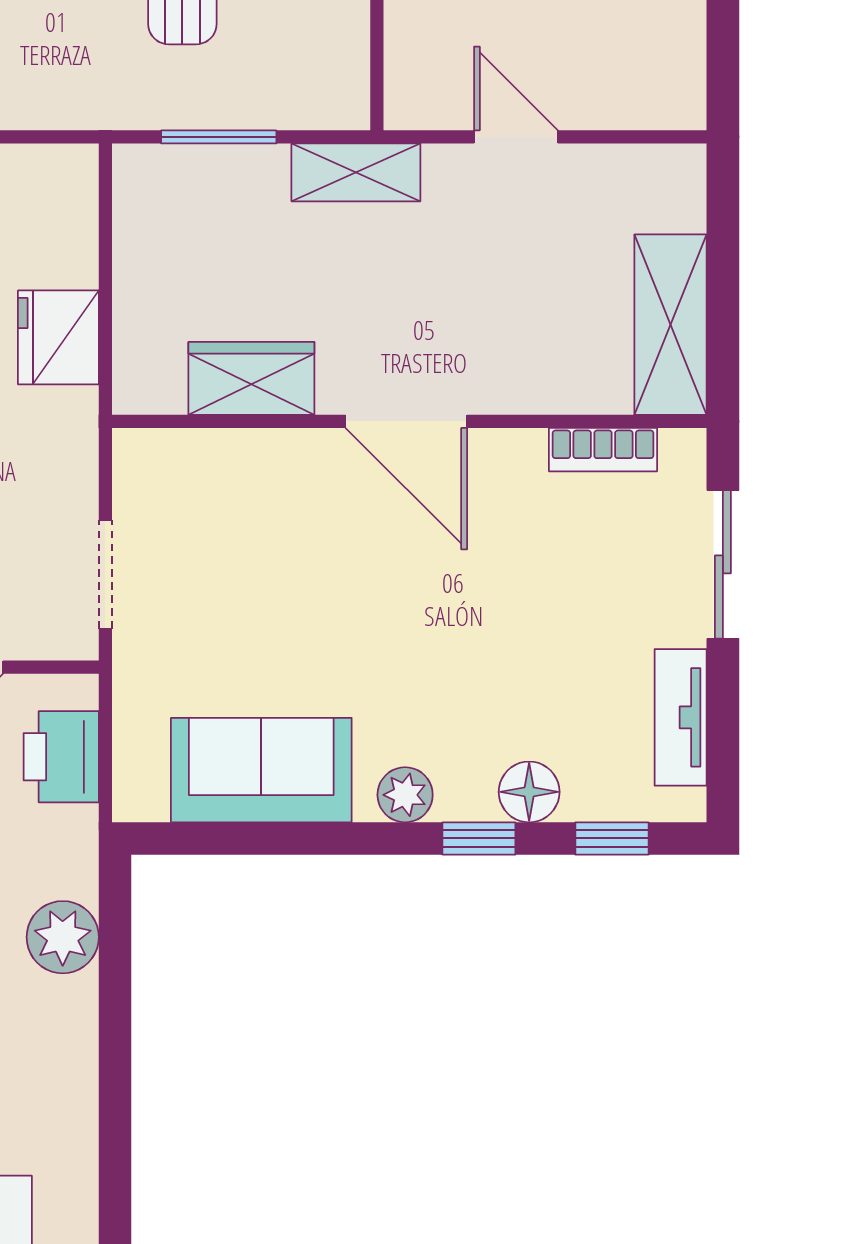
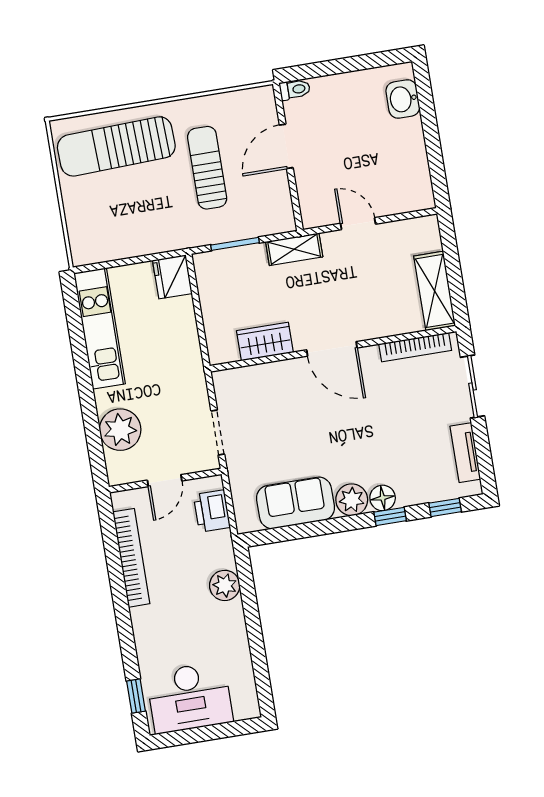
fridge: (58, 337) -> (172, 277), moved
bookcase: (603, 450) -> (415, 347), width x1.56
floor lamp: (529, 792) -> (383, 498), moved
plant: (405, 795) -> (352, 500), width x1.38, depth x1.38

